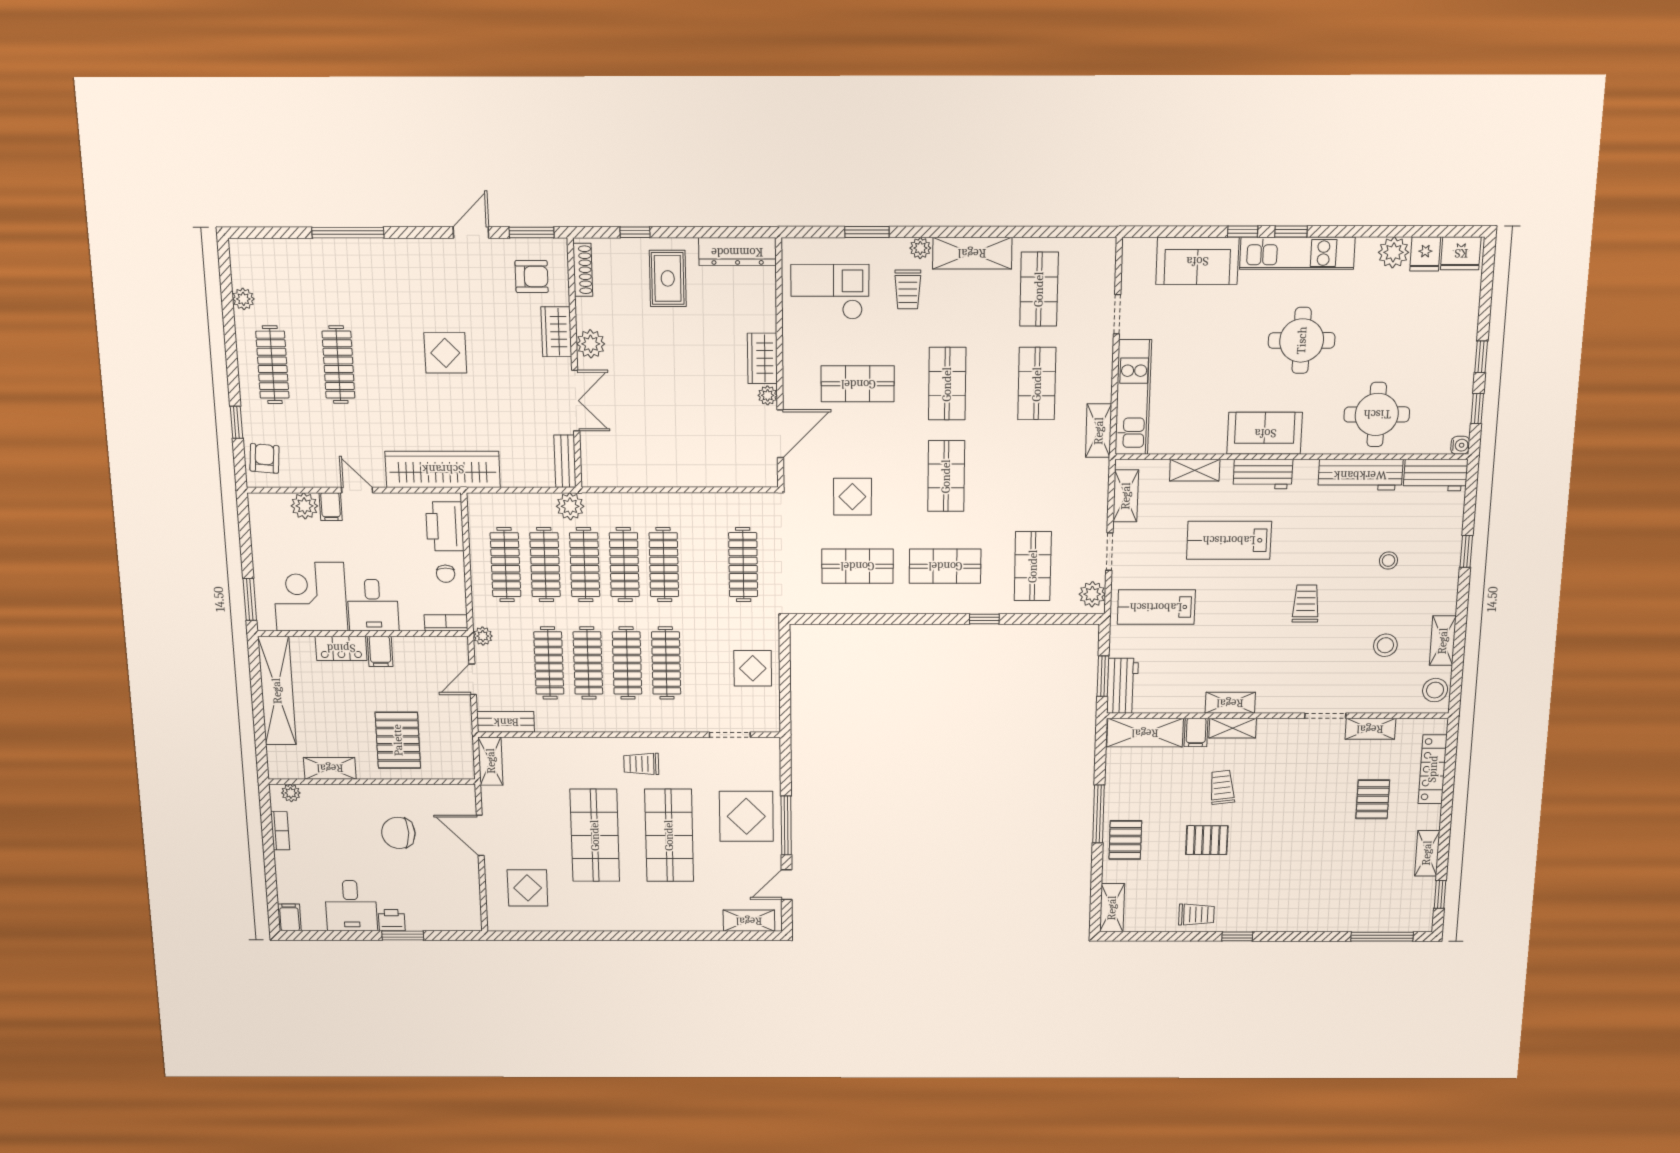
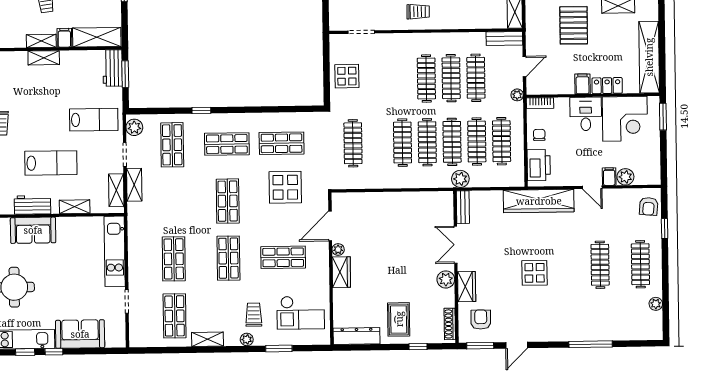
shelving: (972, 253) -> (208, 339), width x0.67, depth x0.75
armchair: (532, 276) -> (481, 320), turned 90
shelving: (1099, 431) -> (134, 185), moved
display table: (852, 497) -> (285, 187), width x1.36, depth x1.36
clothes rail: (666, 663) -> (402, 79), removed

